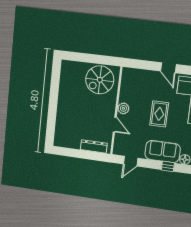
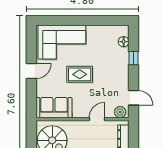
plant: (123, 108) -> (120, 112), moved
sofa: (163, 152) -> (54, 108), moved, turned 90

